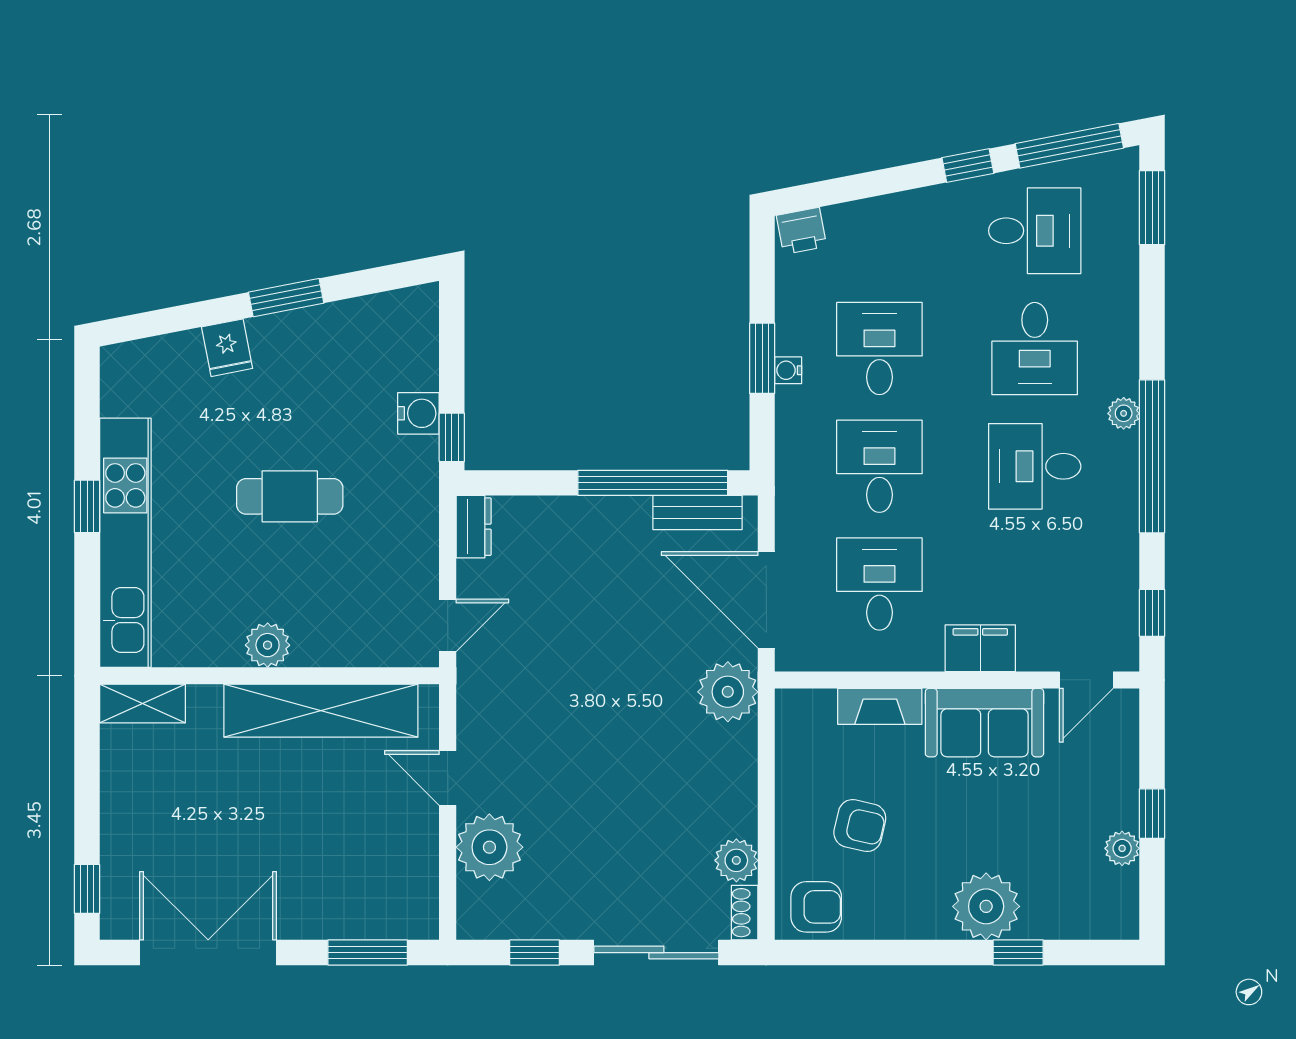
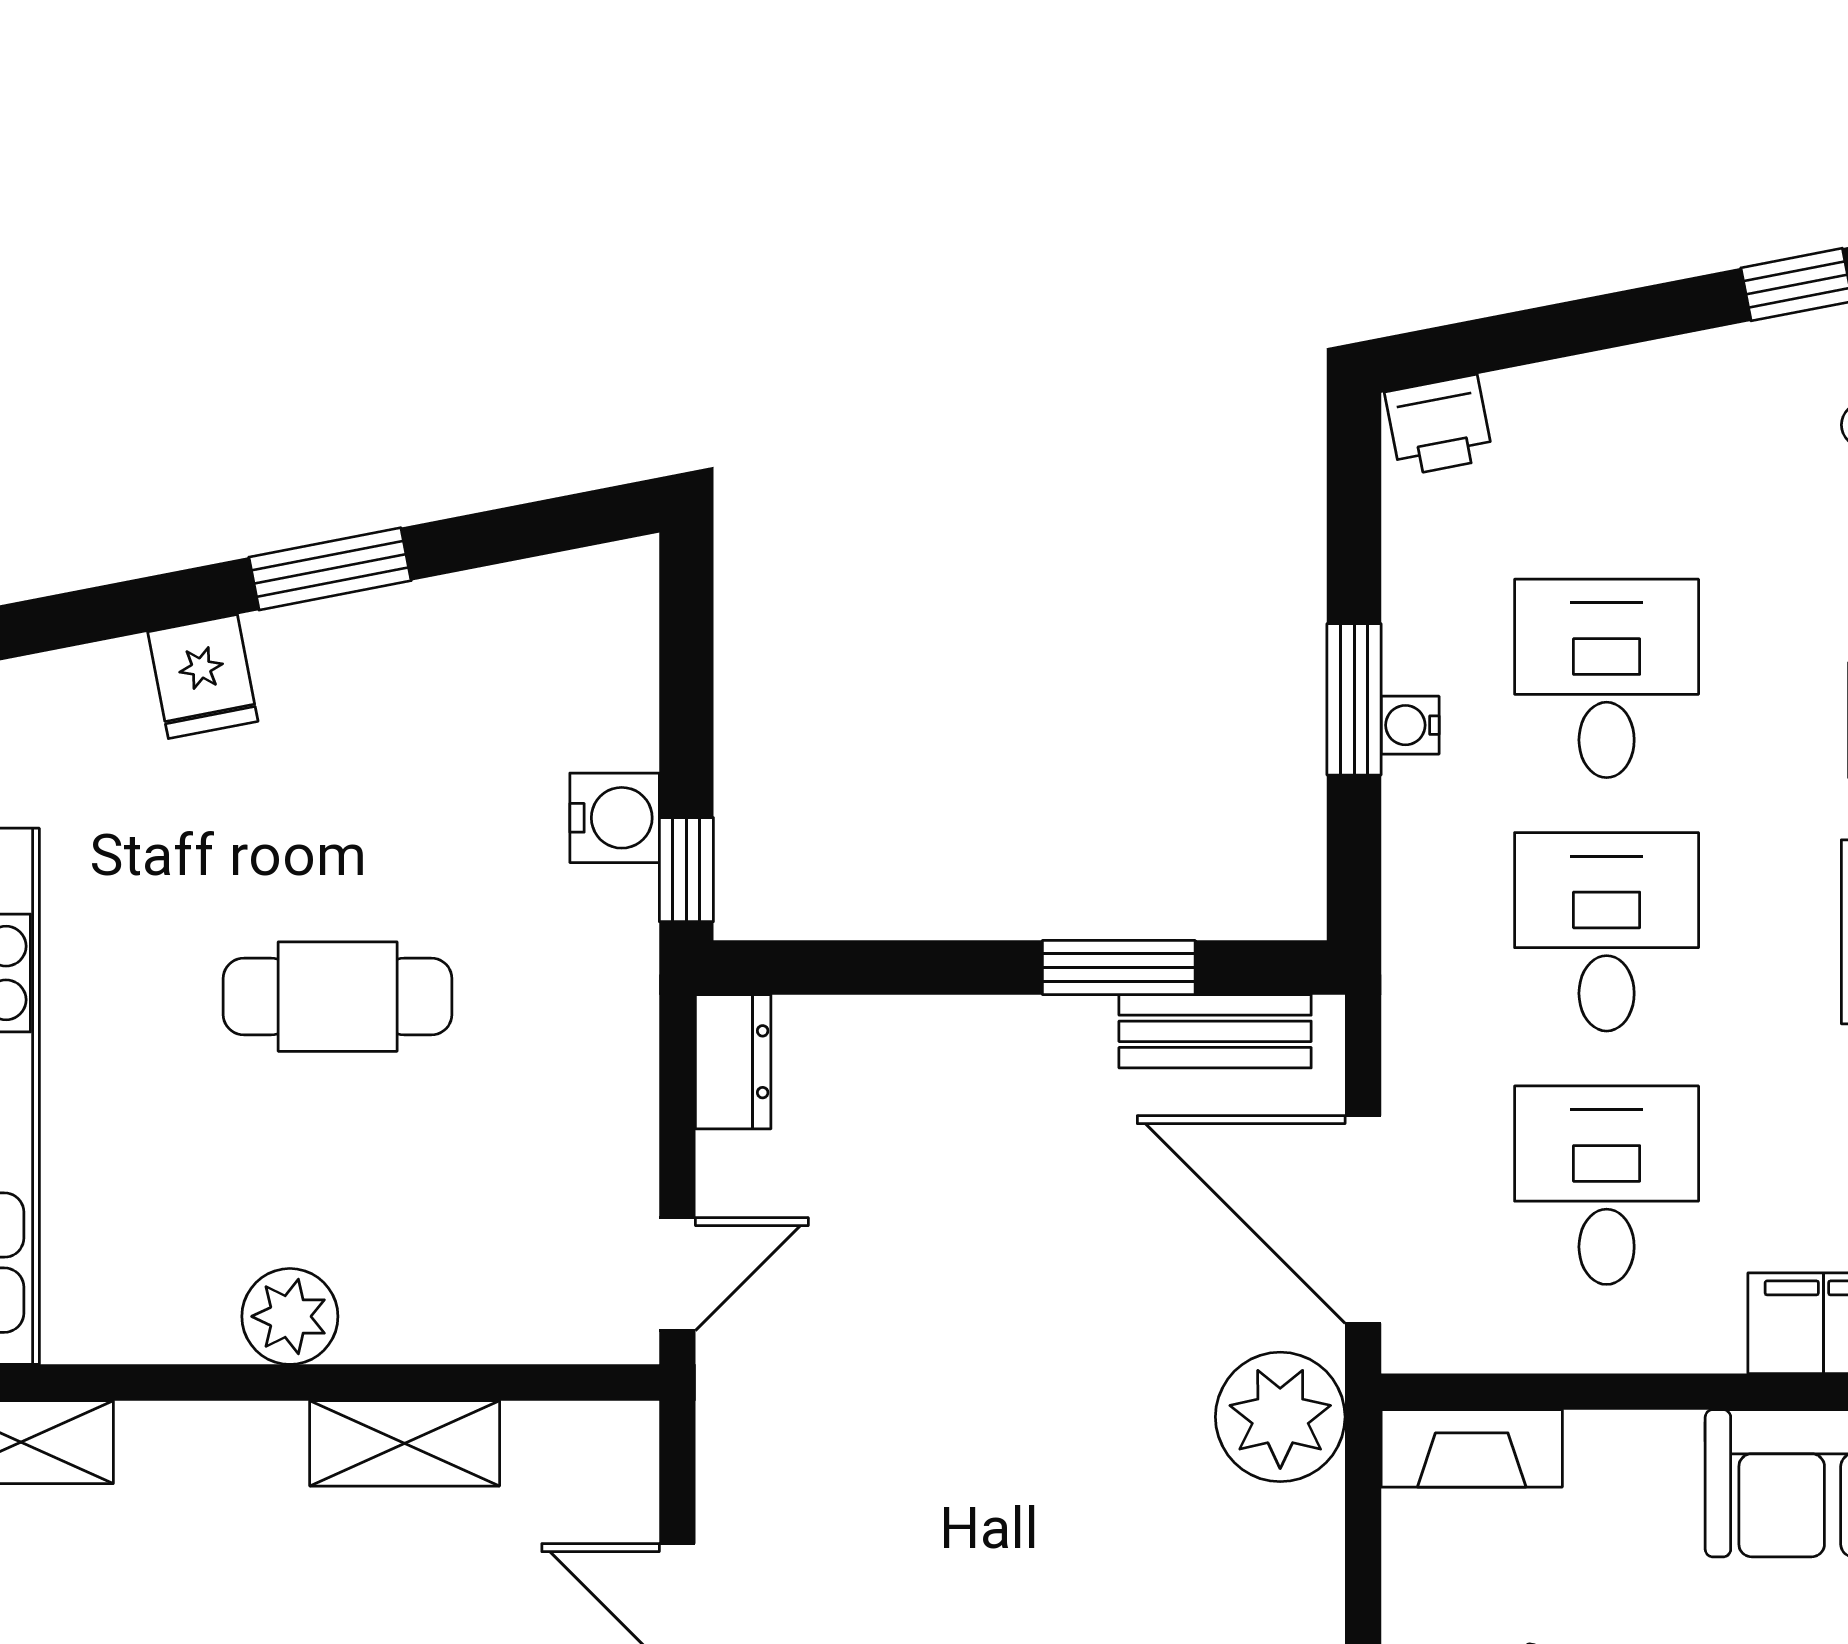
window: (653, 483) -> (1119, 968), width x0.47
fireplace: (880, 706) -> (1472, 1448), moved
shelving: (321, 711) -> (405, 1443), width x0.45, depth x0.75

